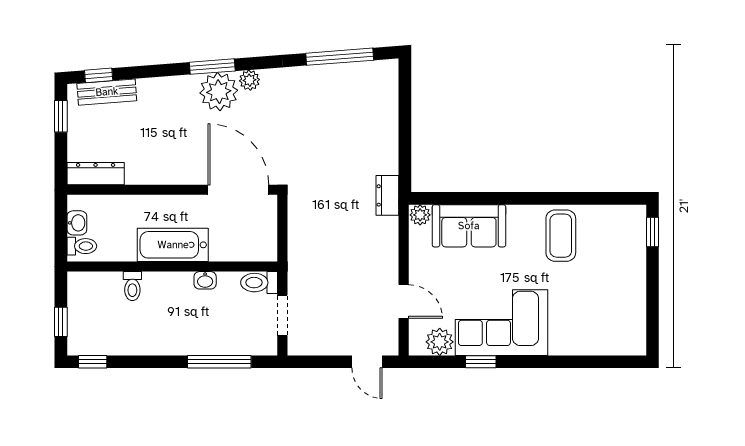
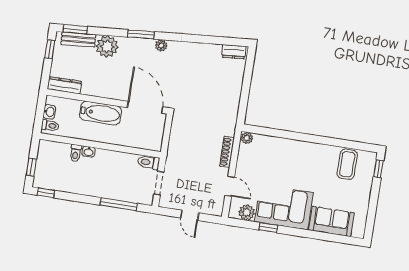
window: (340, 57) -> (215, 40), removed
window: (99, 75) -> (75, 29), width x1.50
plant: (219, 92) -> (107, 47), moved
dresser: (387, 195) -> (234, 52), moved, turned -94
sofa: (469, 226) -> (331, 221), moved, turned 180
coffee table: (561, 236) -> (347, 164), moved
shoe rack: (390, 244) -> (227, 152), added
bathtub: (173, 245) -> (101, 113), moved, turned 180
washbasin: (205, 280) -> (89, 152), moved
door: (367, 362) -> (190, 215), moved

